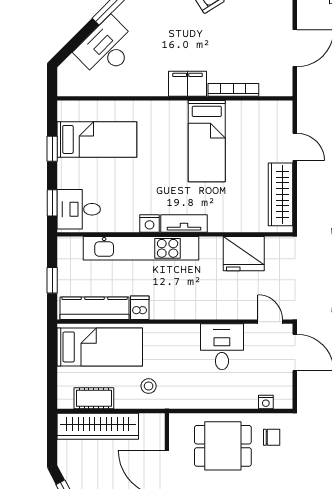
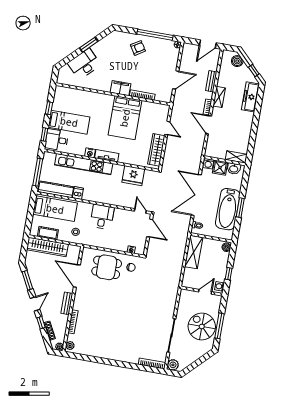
bed: (97, 139) -> (69, 122), moved
bed: (207, 141) -> (125, 118), width x1.50
window: (52, 280) -> (38, 172), width x2.17
desk: (222, 347) -> (102, 217), moved

